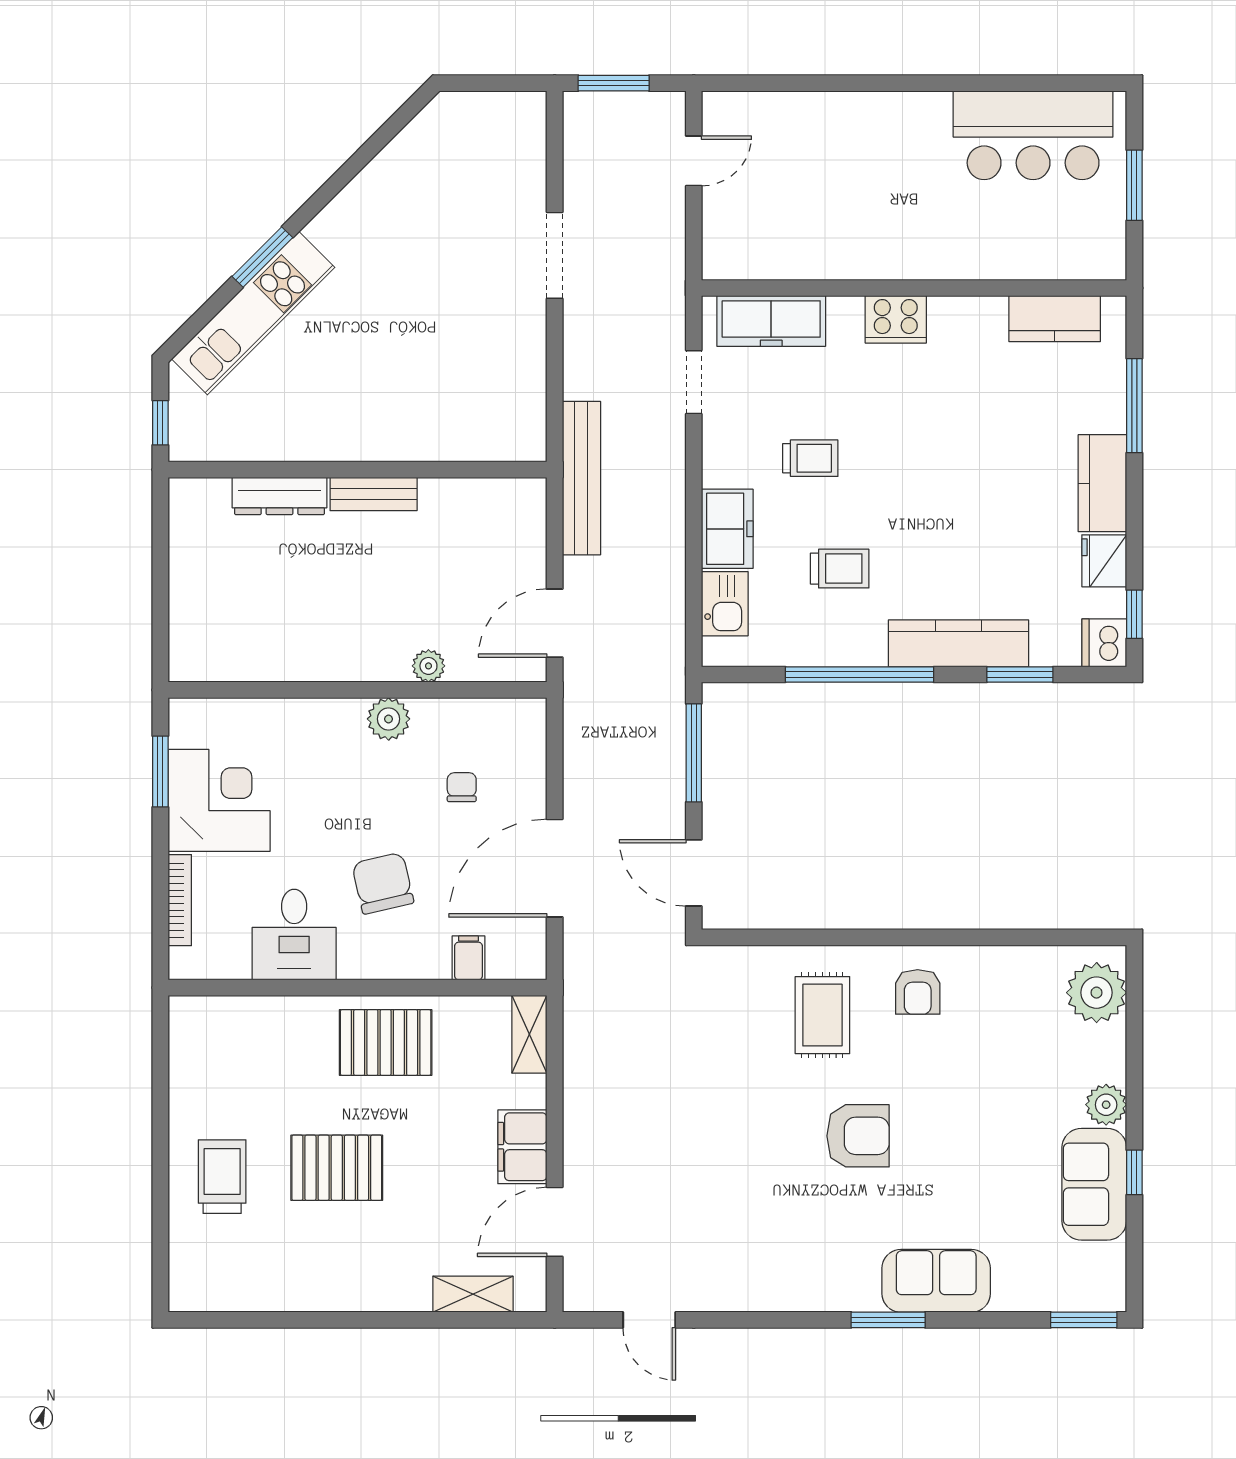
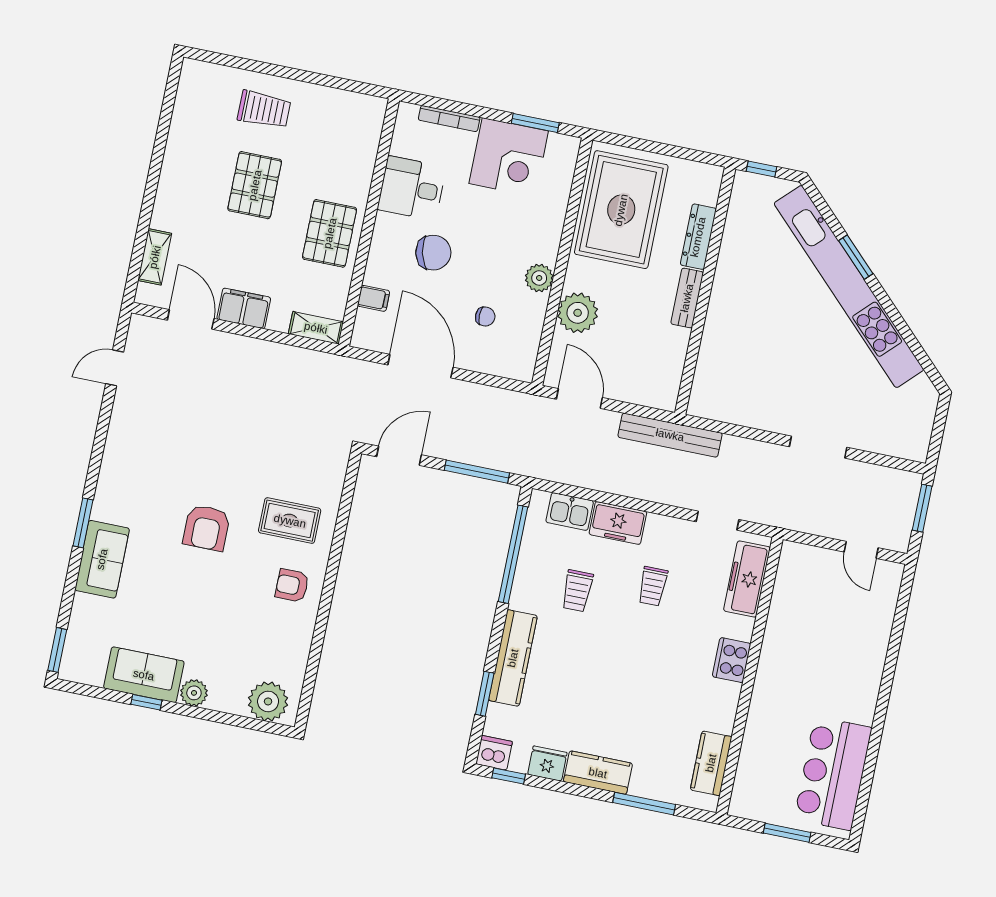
kitchen unit: (253, 313) -> (849, 287), width x1.86
rug: (263, 618) -> (621, 210), added
plant: (428, 666) -> (578, 313), width x1.88, depth x1.88
window: (859, 674) -> (513, 554), moved

